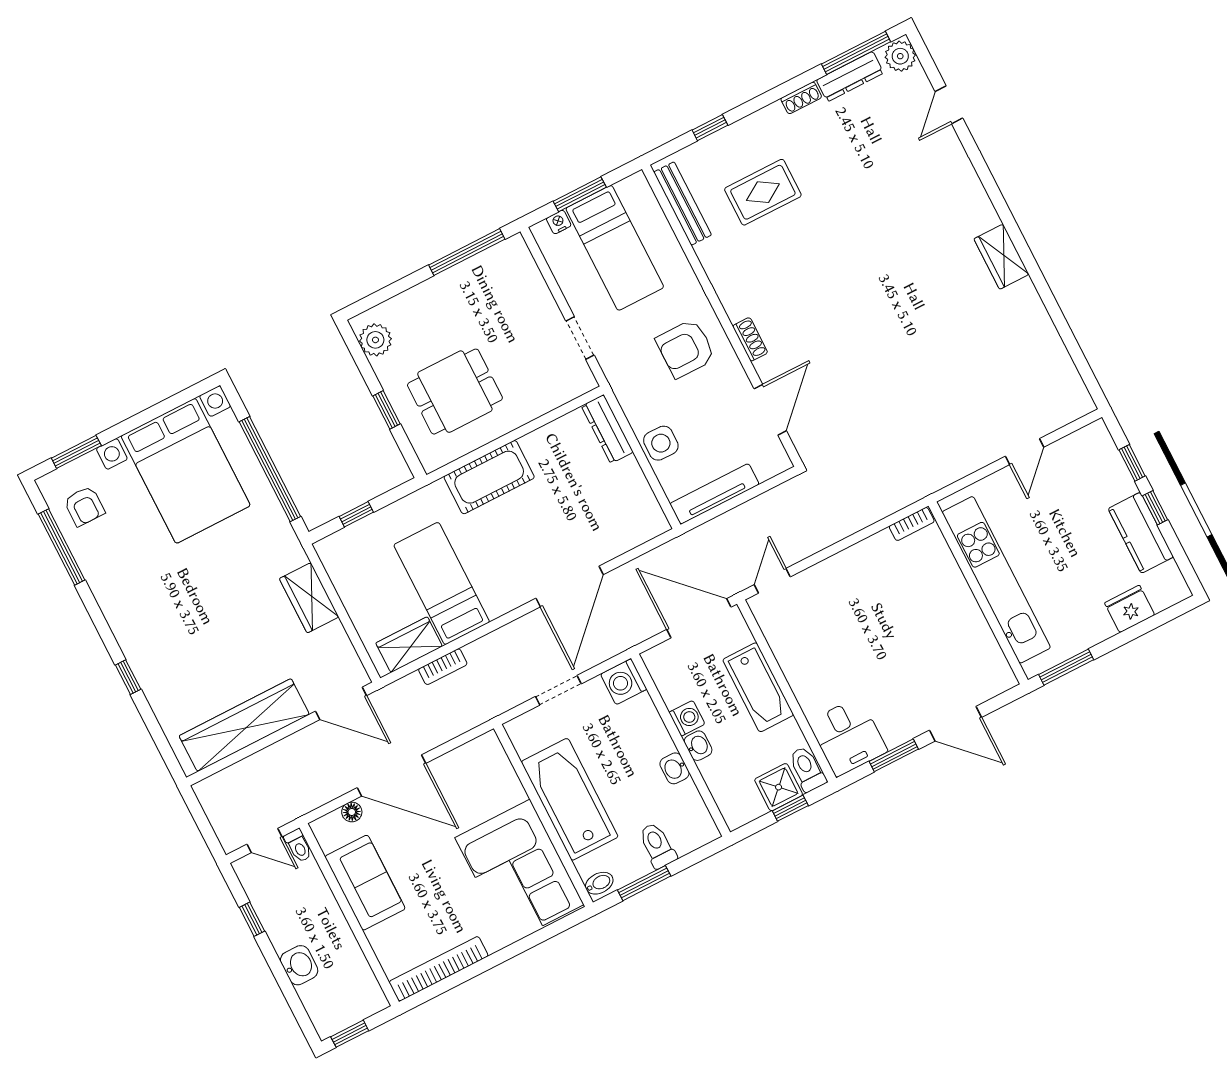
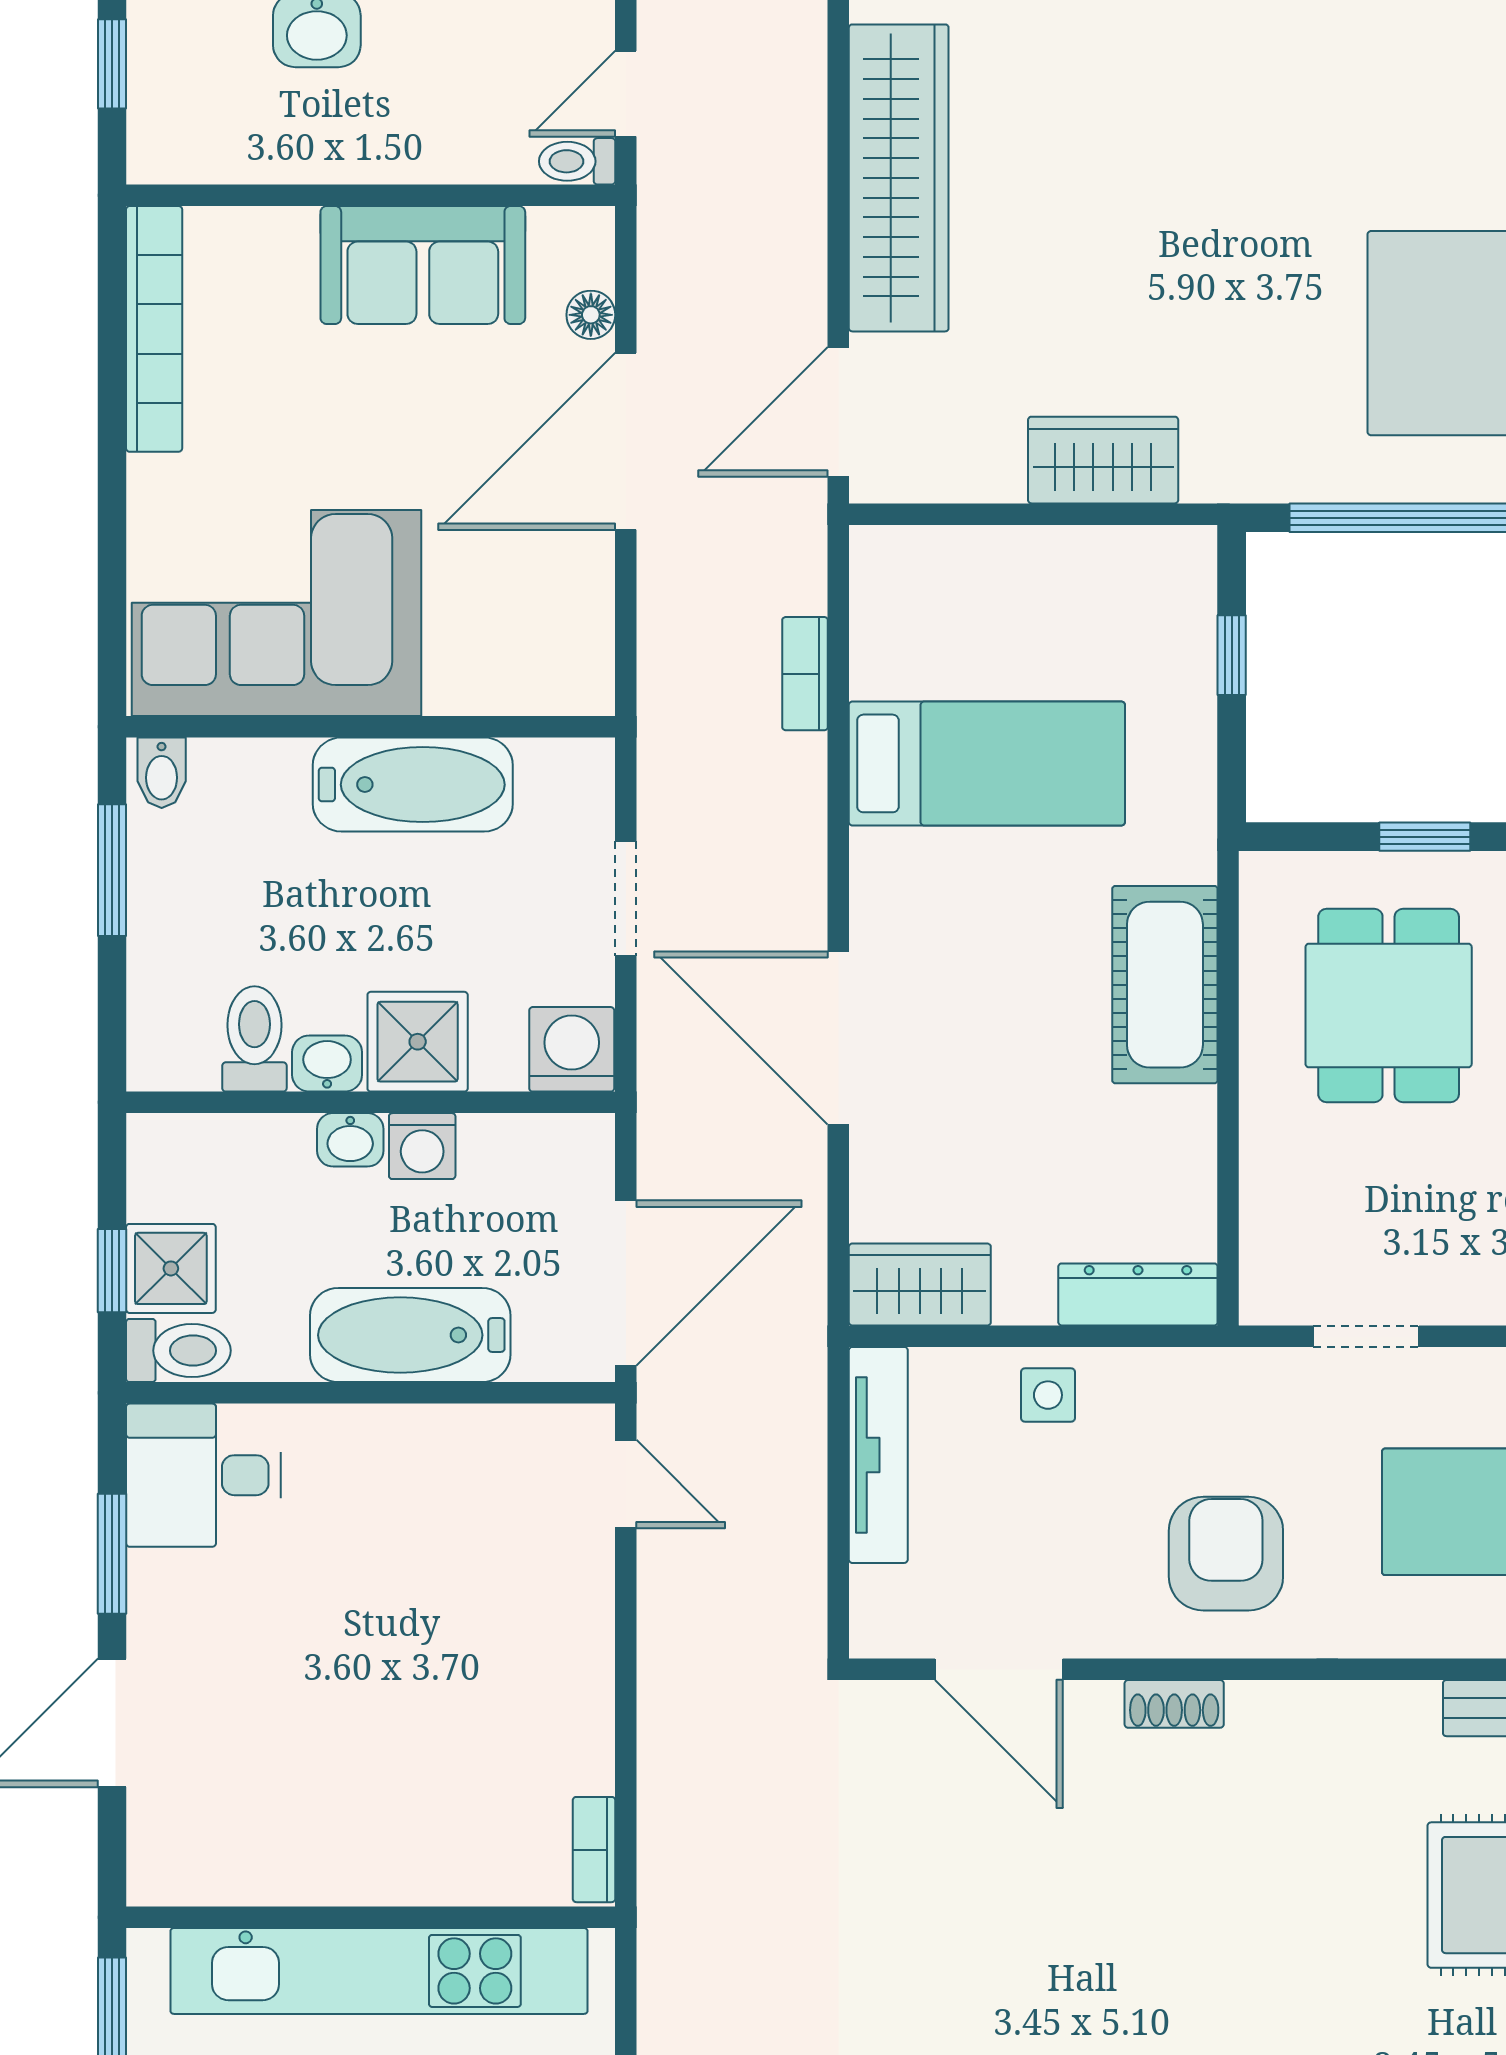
side table: (661, 443) -> (1048, 1395), width x0.73, depth x0.73
wardrobe: (409, 645) -> (920, 1284), moved, turned -90
shower: (650, 739) -> (418, 1042), added
bathtub: (570, 799) -> (413, 785), width x0.73, depth x0.73
toilet: (657, 845) -> (254, 1039), moved, turned -90

